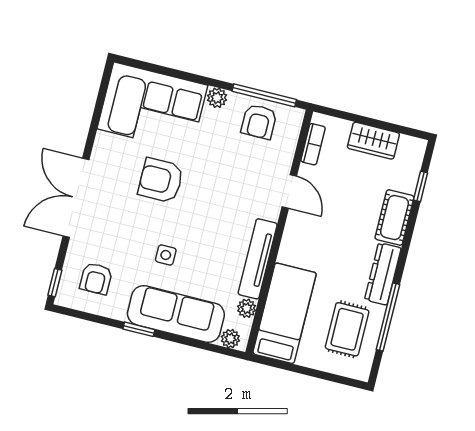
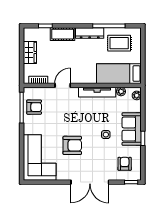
plant: (217, 98) -> (28, 129), removed
armchair: (161, 180) -> (72, 145), turned -90
armchair: (96, 279) -> (125, 164), turned -90
sofa: (176, 314) -> (132, 129), width x0.73

